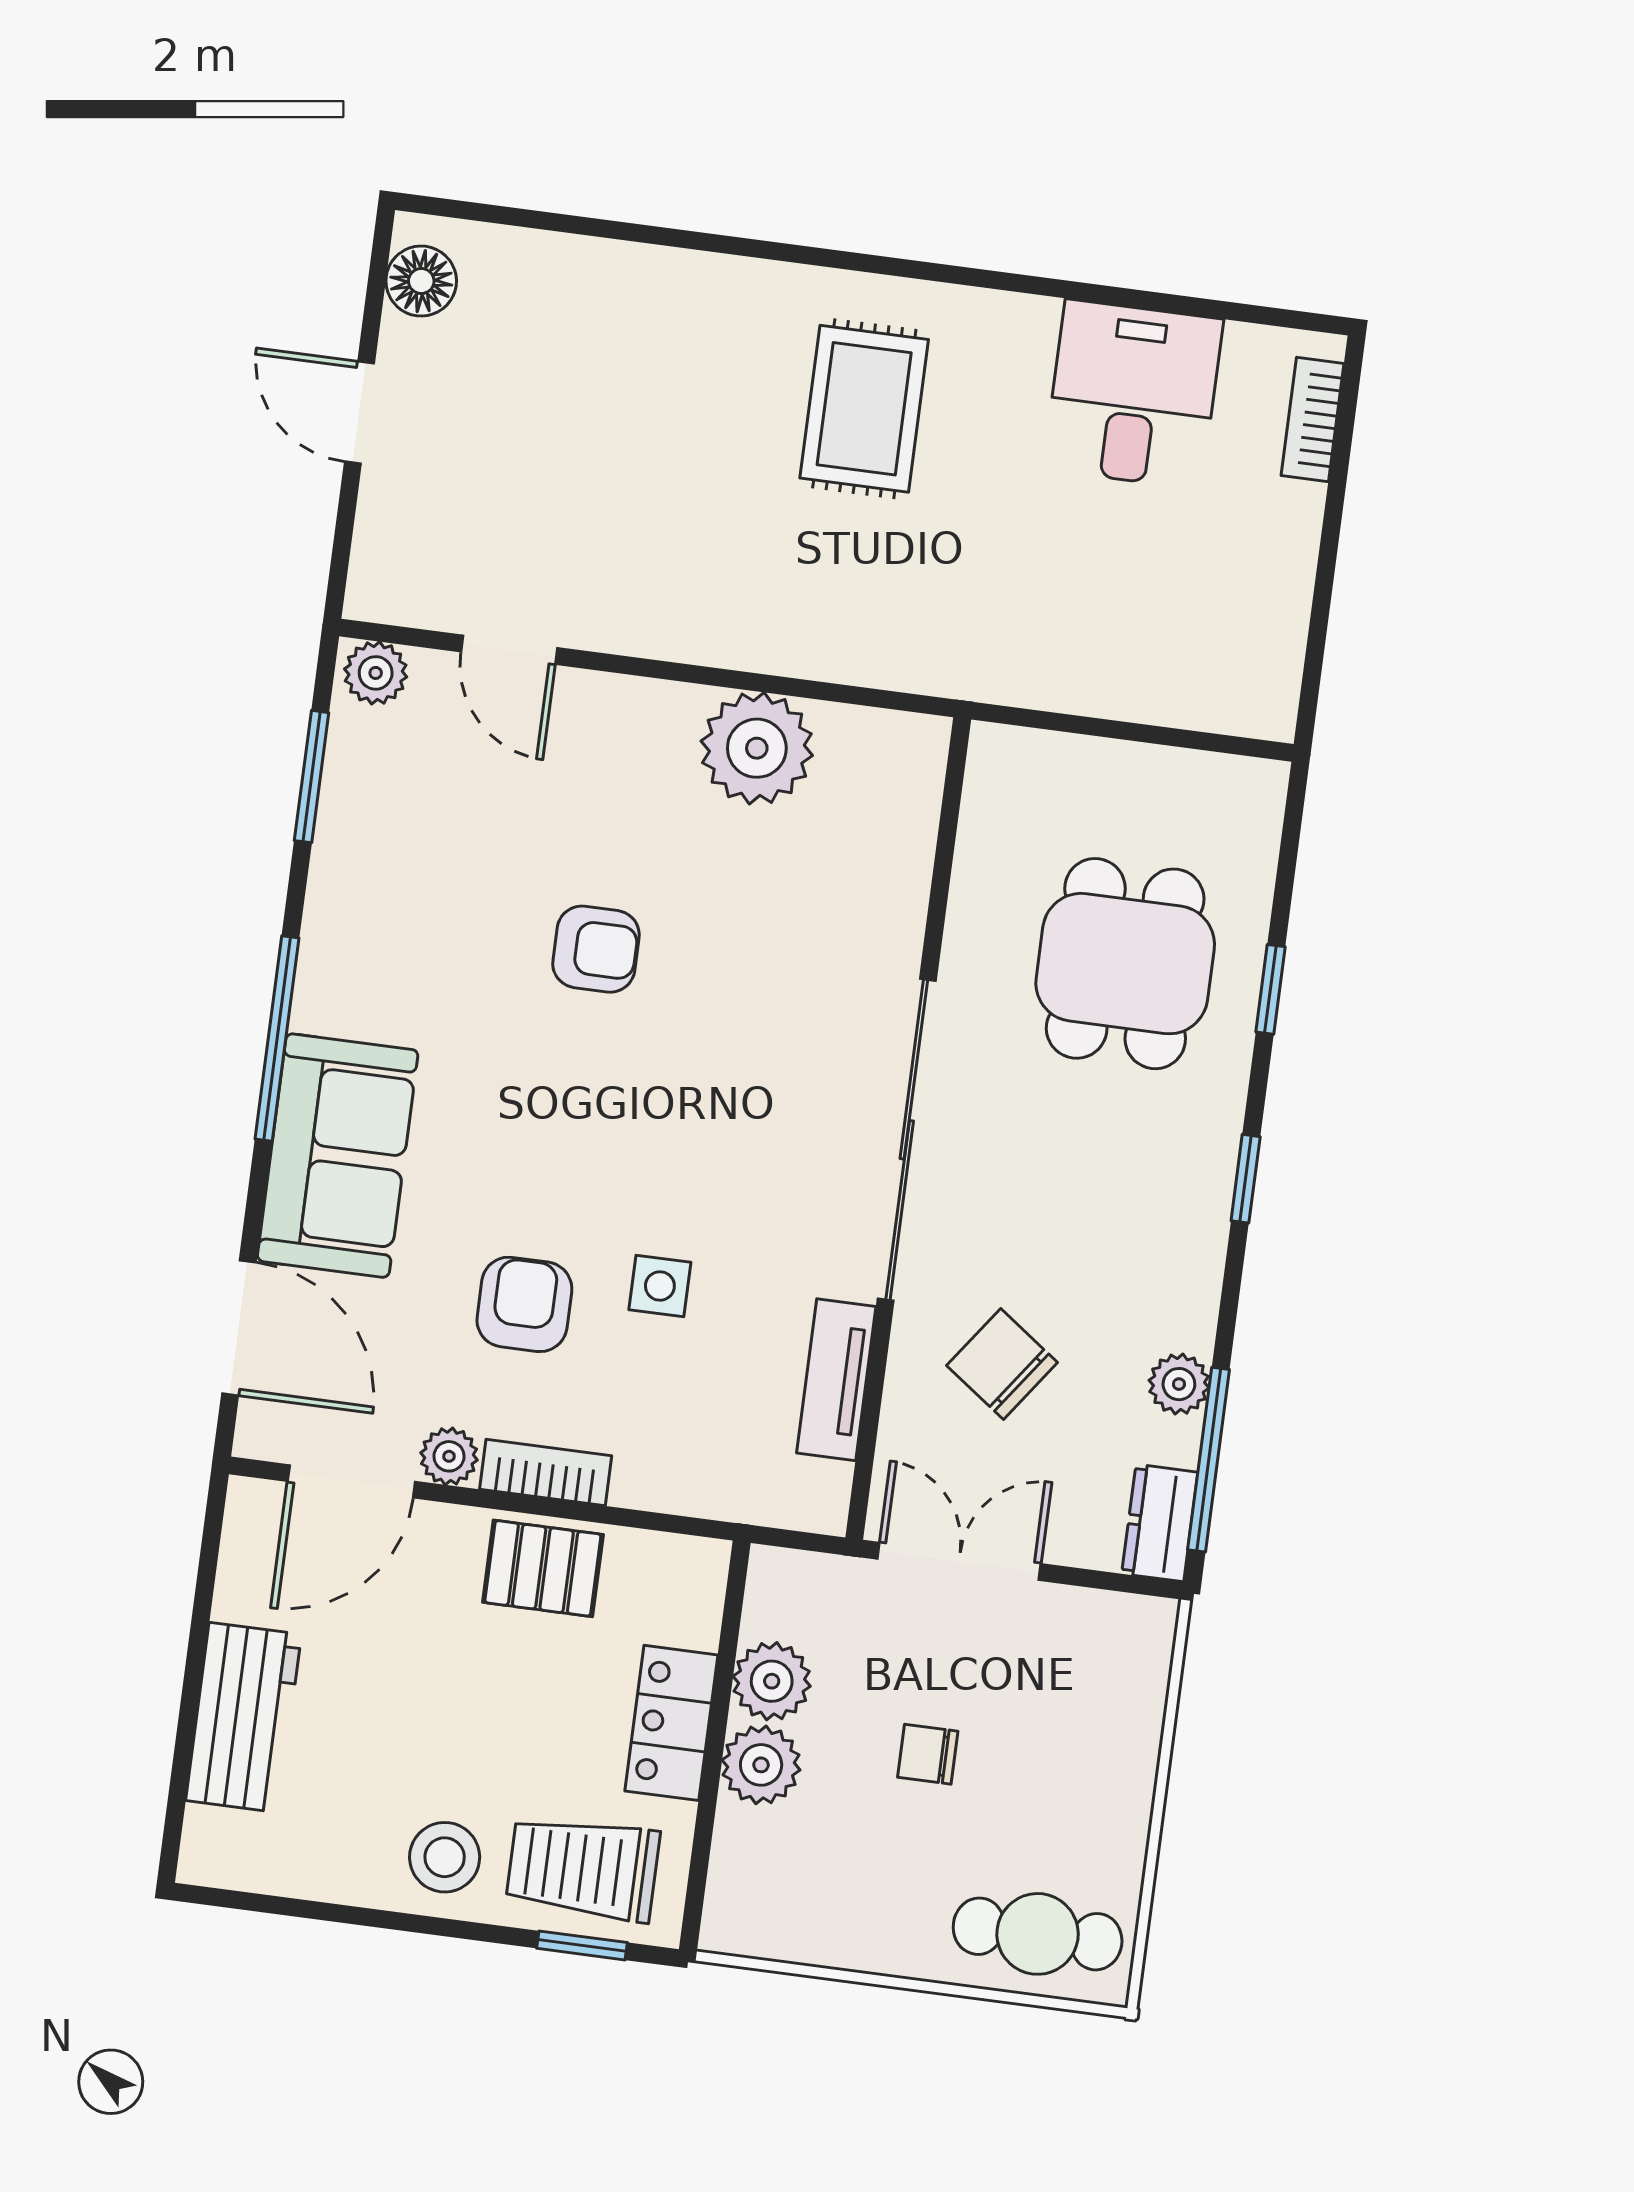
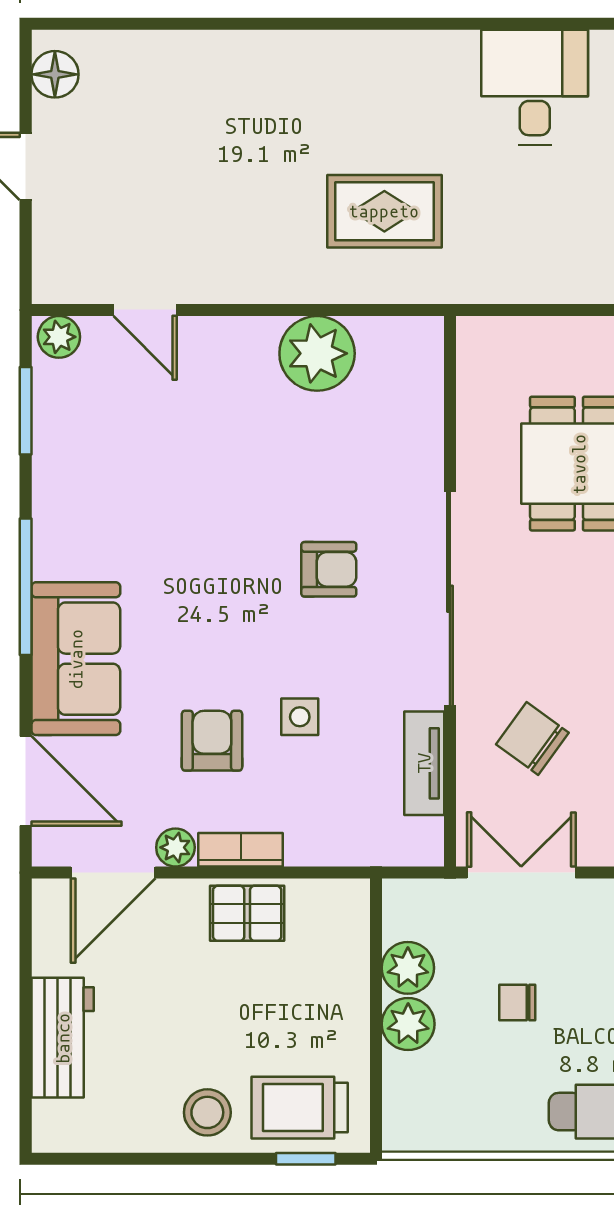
rug: (864, 409) -> (384, 211), moved, turned 90
armchair: (596, 949) -> (329, 569), moved
locker: (671, 1723) -> (345, 1004), removed

